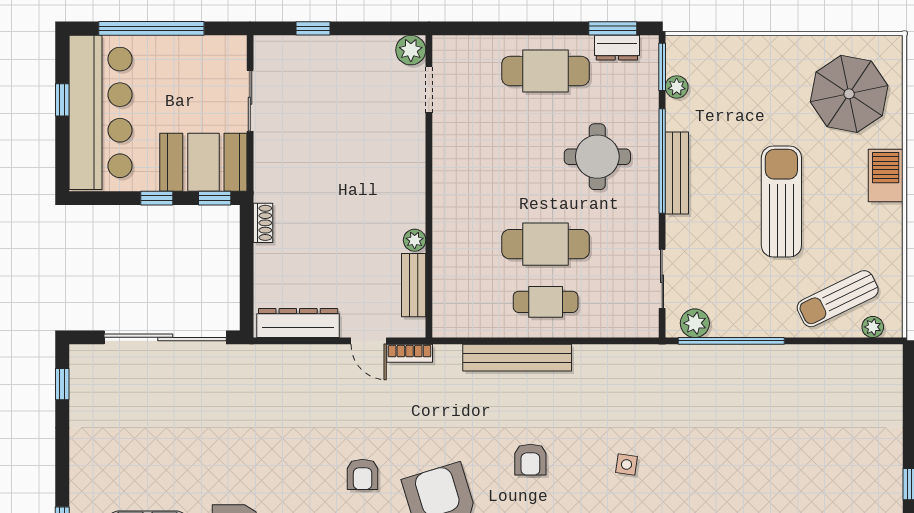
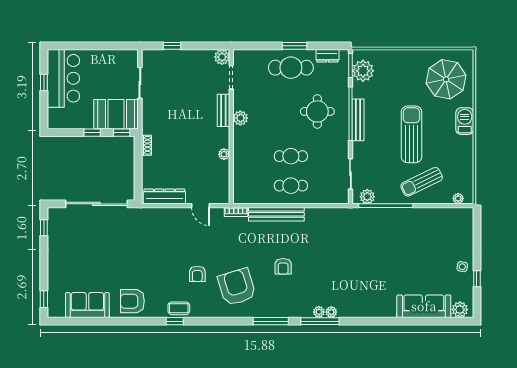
window: (151, 28) -> (89, 46), removed
window: (613, 28) -> (294, 46), moved
plant: (677, 87) -> (363, 71), width x1.88, depth x1.88
bar counter: (100, 112) -> (63, 78), width x0.73
plant: (447, 169) -> (240, 118), added
cafe table: (546, 244) -> (291, 156), width x0.73, depth x0.74
bench: (414, 285) -> (223, 110), moved
sun lounger: (838, 299) -> (422, 182), moved
bookcase: (410, 353) -> (236, 212), moved
side table: (626, 464) -> (462, 267), moved

